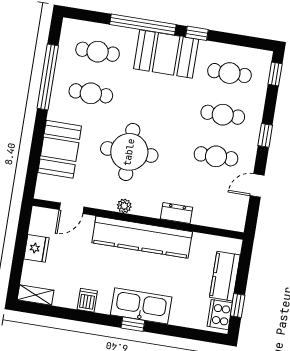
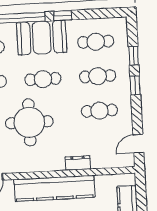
window: (275, 74) -> (134, 56), moved
cafe table: (157, 104) -> (43, 79), added
door: (257, 185) -> (138, 144), moved
plant: (124, 206) -> (35, 166), removed

